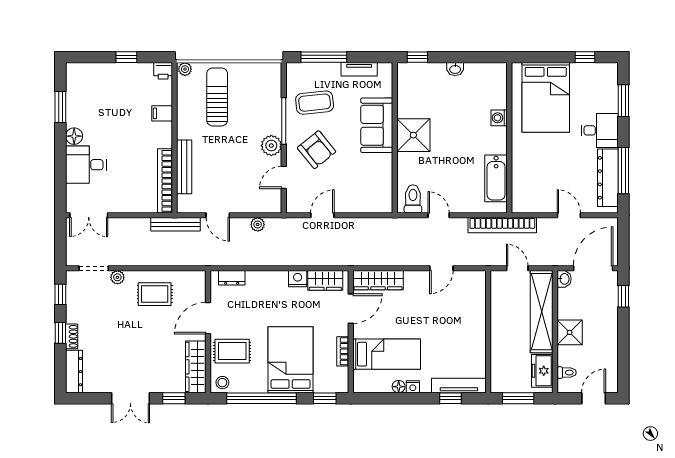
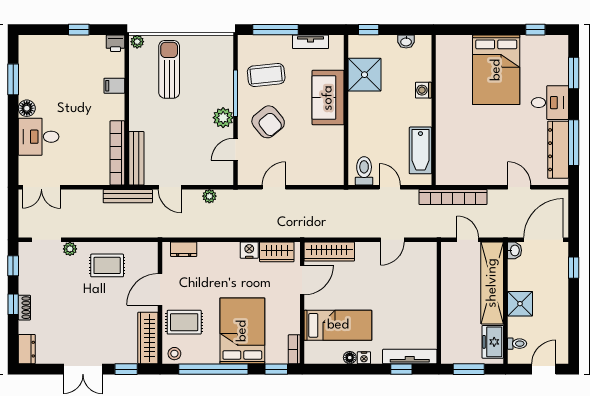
washing machine: (499, 118) -> (424, 90), moved
shower: (413, 135) -> (364, 75), moved
wall: (509, 138) -> (434, 110), moved
bench: (184, 167) -> (136, 158), moved
bathtub: (496, 178) -> (420, 150), moved
bookcase: (343, 351) -> (294, 349), moved
dresser: (74, 372) -> (27, 349), width x0.70

